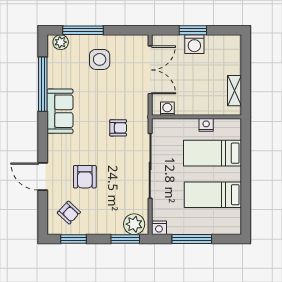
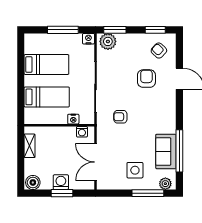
boiler: (230, 44) -> (33, 182), added
sofa: (60, 111) -> (166, 151), moved
nightstand: (206, 125) -> (73, 119), moved

